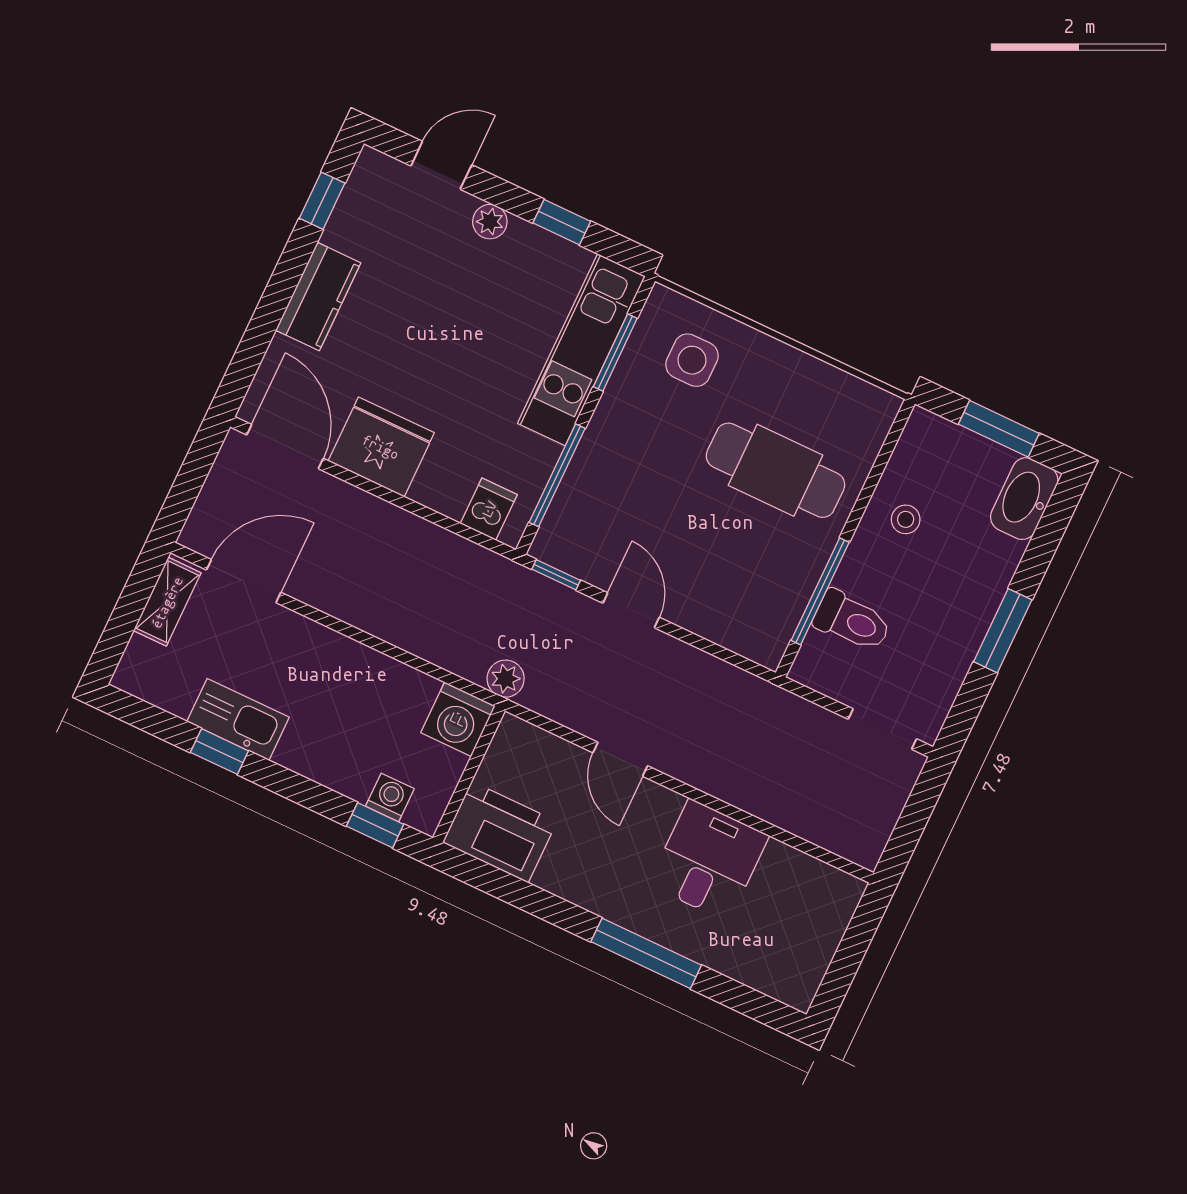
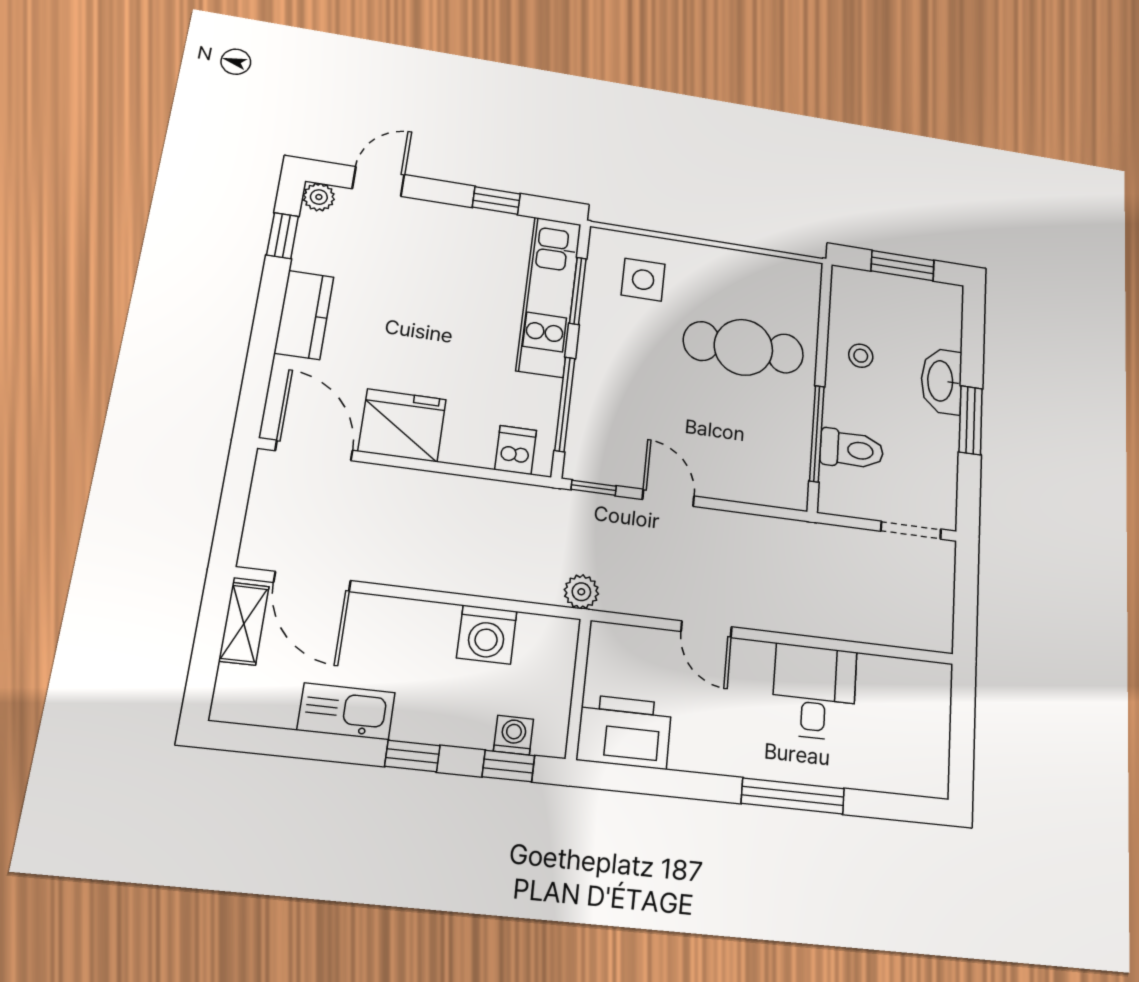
plant: (490, 222) -> (319, 197), moved
washbasin: (1024, 499) -> (941, 381), moved
door: (244, 581) -> (312, 582), swing flipped
washing machine: (458, 719) -> (487, 634), moved
window: (219, 752) -> (412, 756), moved

